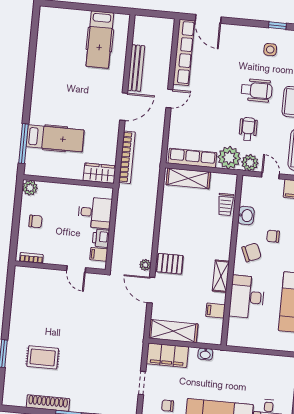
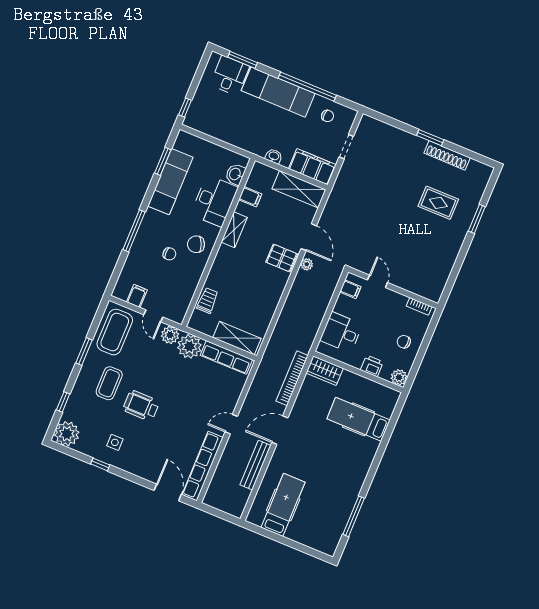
wheelchair: (248, 129) -> (162, 369), removed
window: (23, 144) -> (354, 516), moved
washbasin: (246, 215) -> (235, 174), moved
printer: (101, 238) -> (372, 366), moved, turned -90

